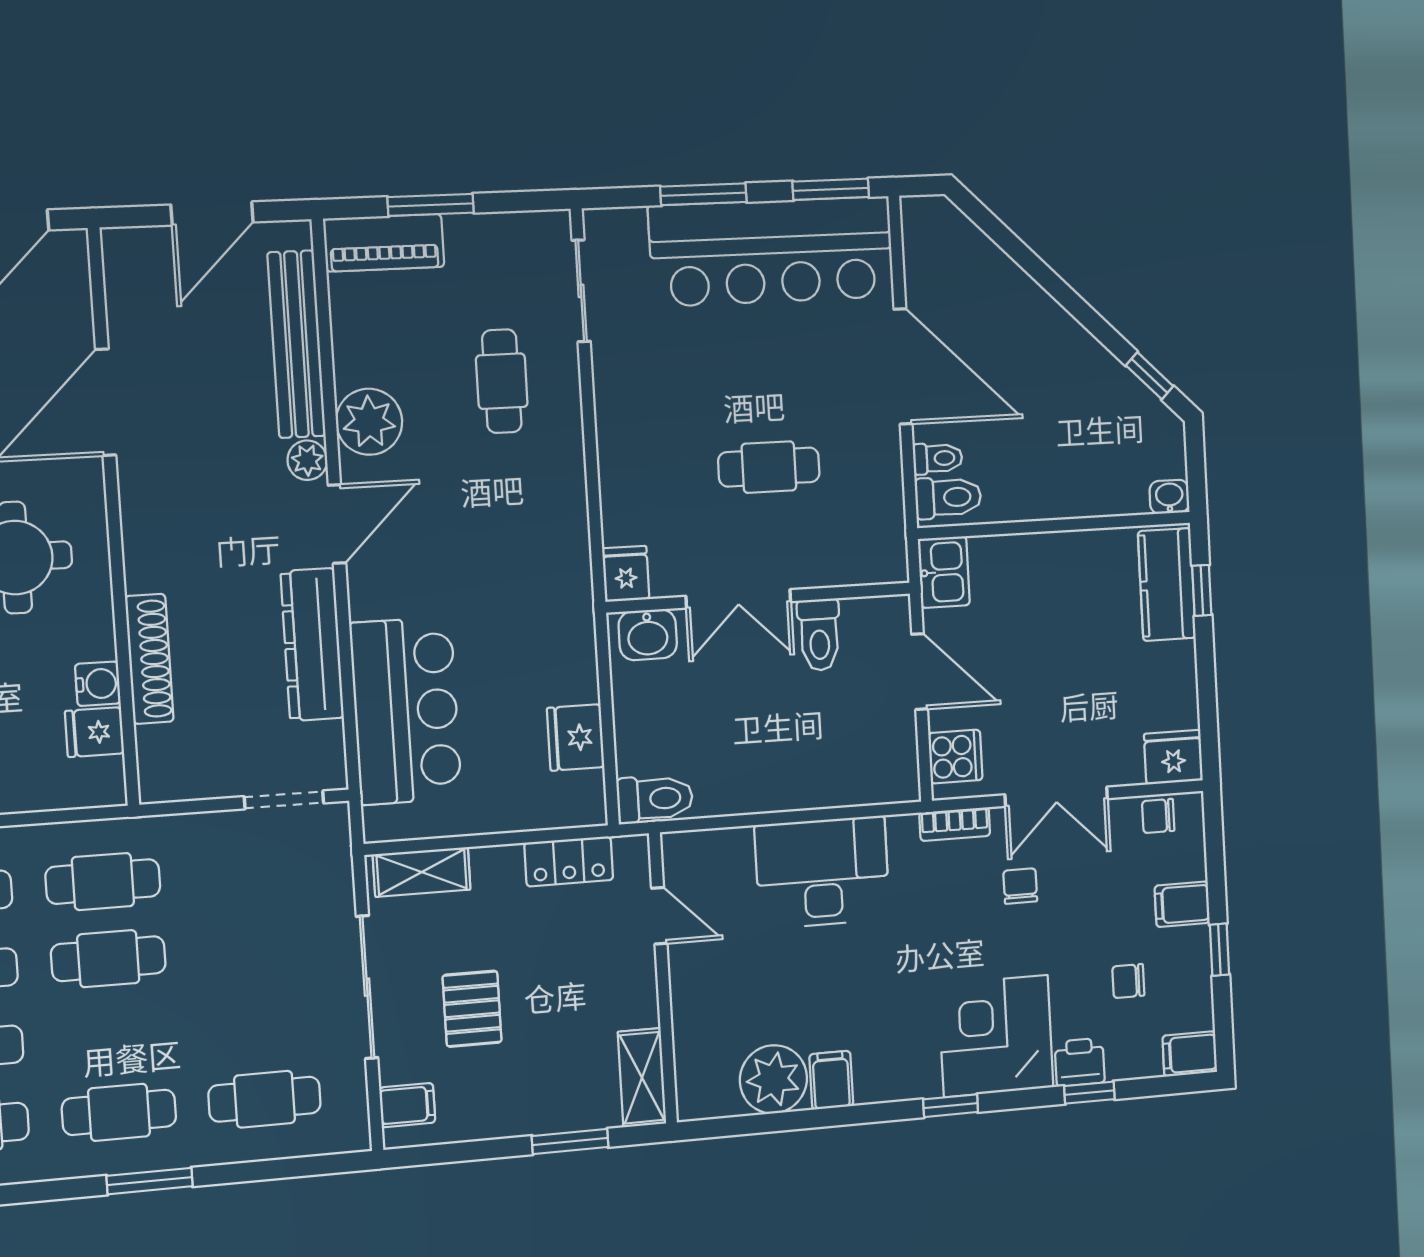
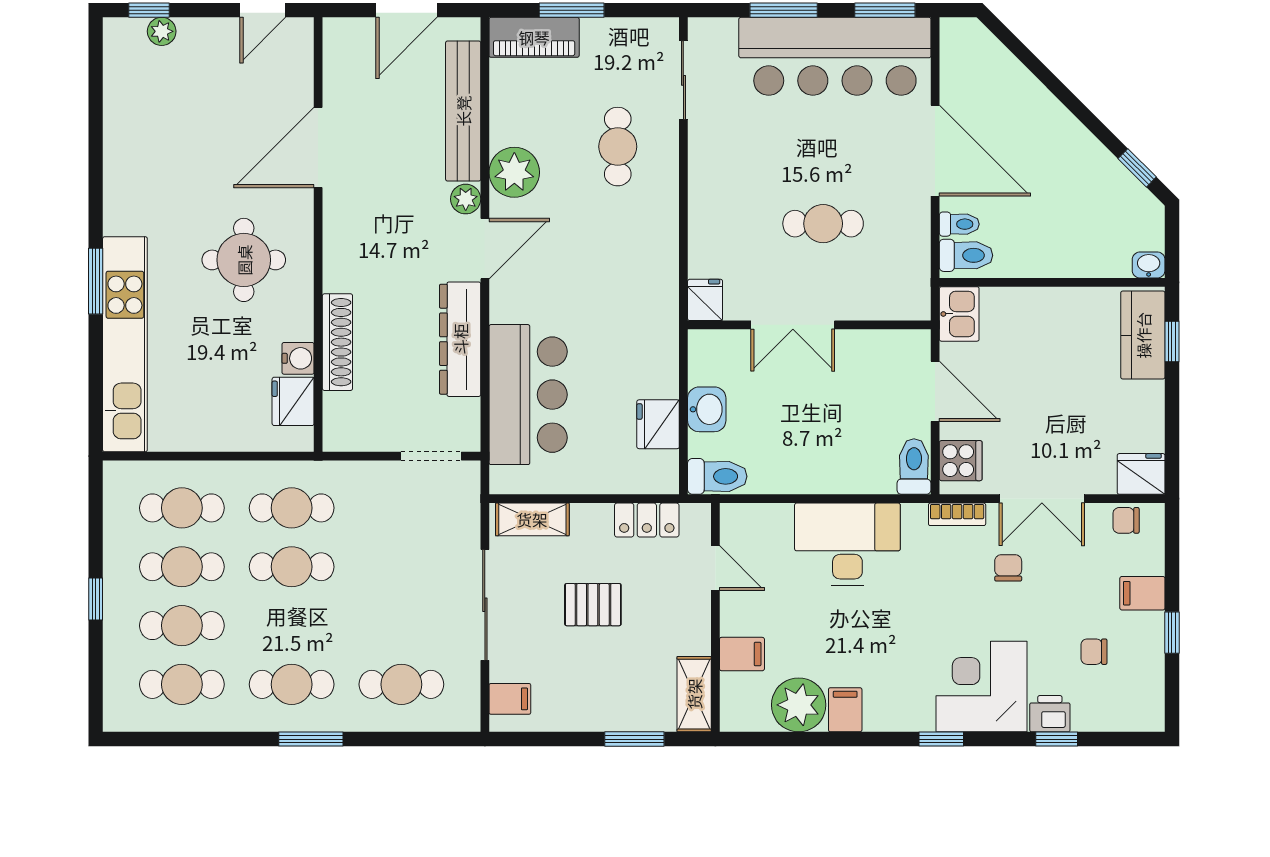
washbasin: (648, 635) -> (707, 409), moved, turned -90
toilet: (819, 635) -> (914, 467), moved, turned 180
fridge: (94, 732) -> (293, 401), width x1.38
pallet: (472, 1009) -> (593, 605), moved, turned 90
filing cabinet: (1190, 1054) -> (742, 654), moved, turned 180

